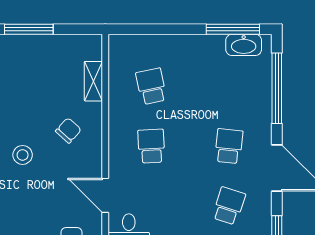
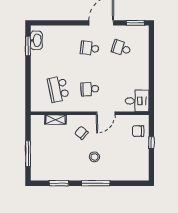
window: (233, 29) -> (28, 46), width x0.69
school desk: (151, 86) -> (58, 89), width x1.85
window: (277, 88) -> (59, 23), removed
door: (105, 195) -> (106, 113), moved

